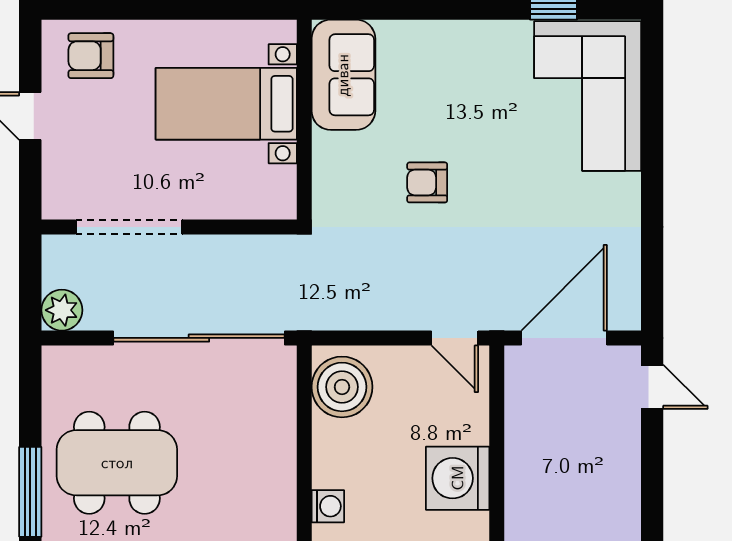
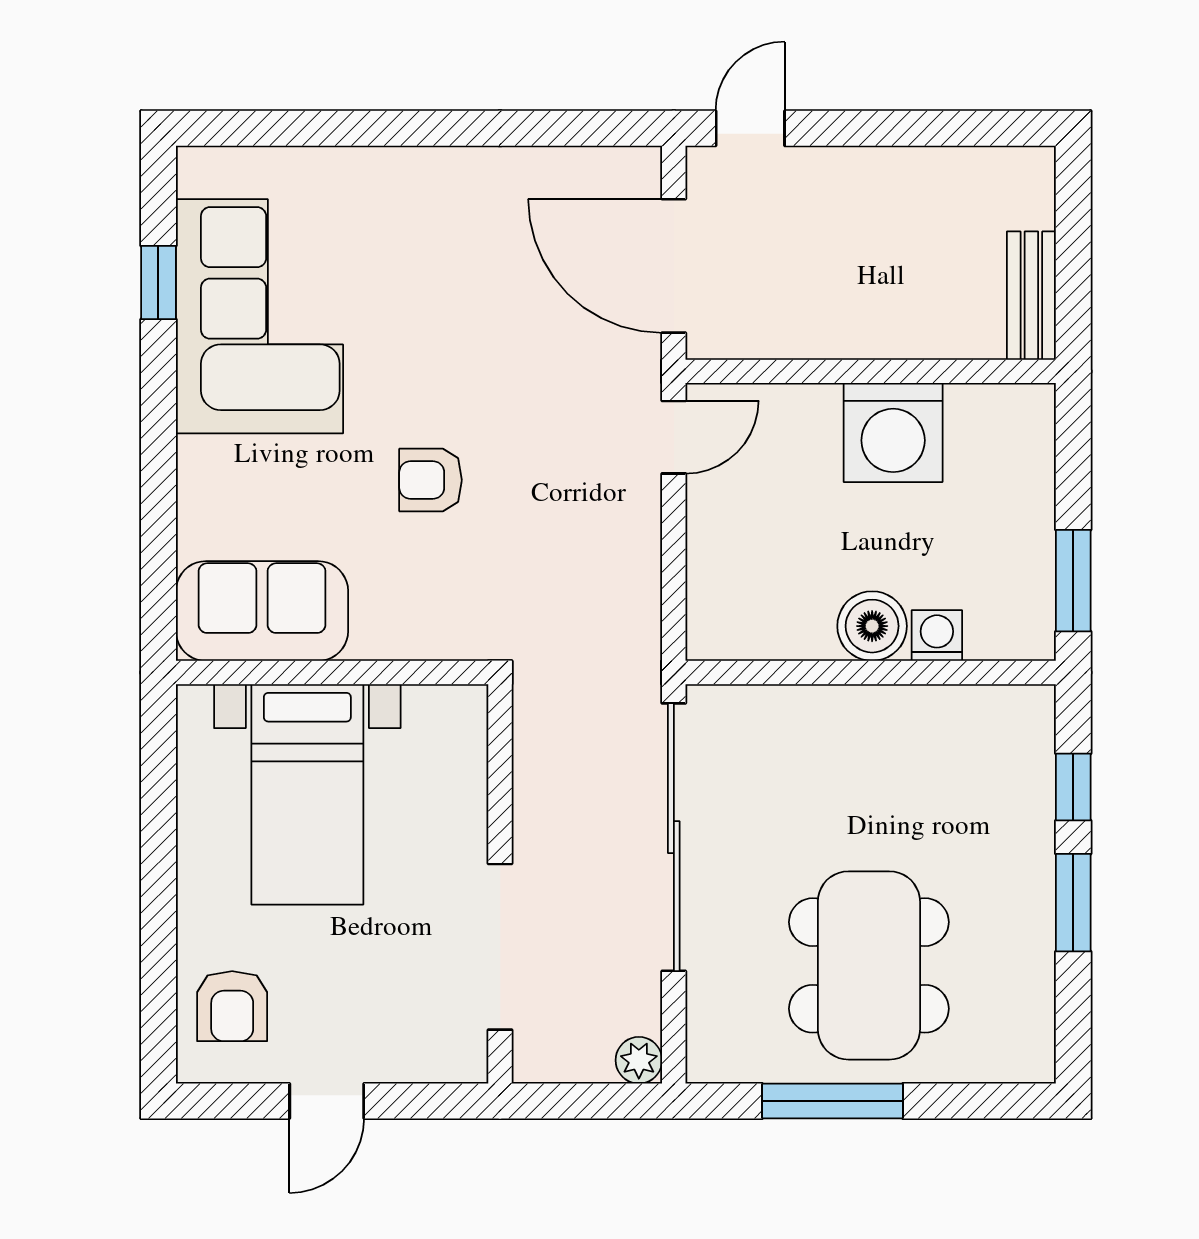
corner sofa: (588, 96) -> (259, 316), moved, turned -90
armchair: (427, 182) -> (430, 480), turned 90
plant: (62, 310) -> (639, 1060), width x0.73, depth x0.73
boiler: (342, 387) -> (872, 626), moved, width x0.73, depth x0.73
window: (30, 492) -> (833, 1101), moved

